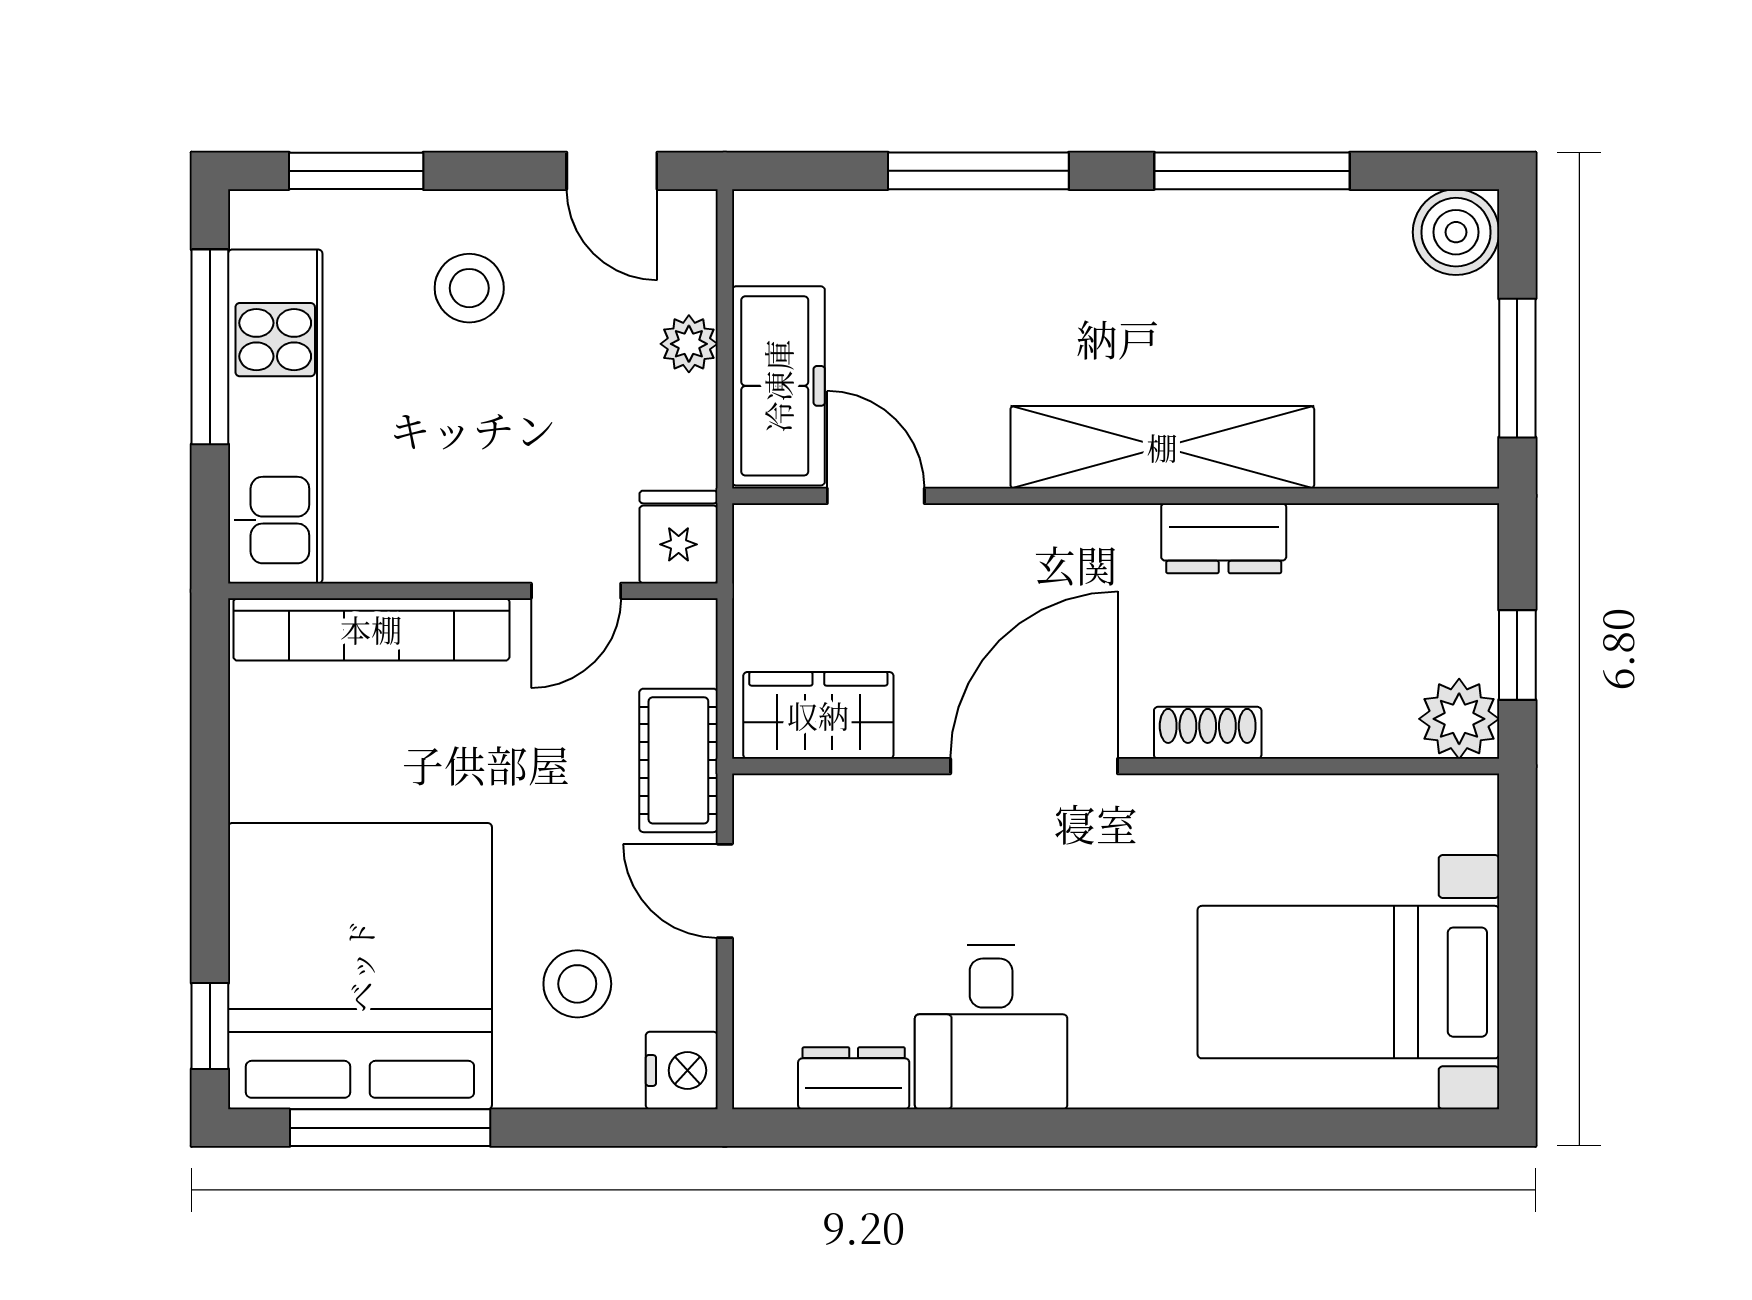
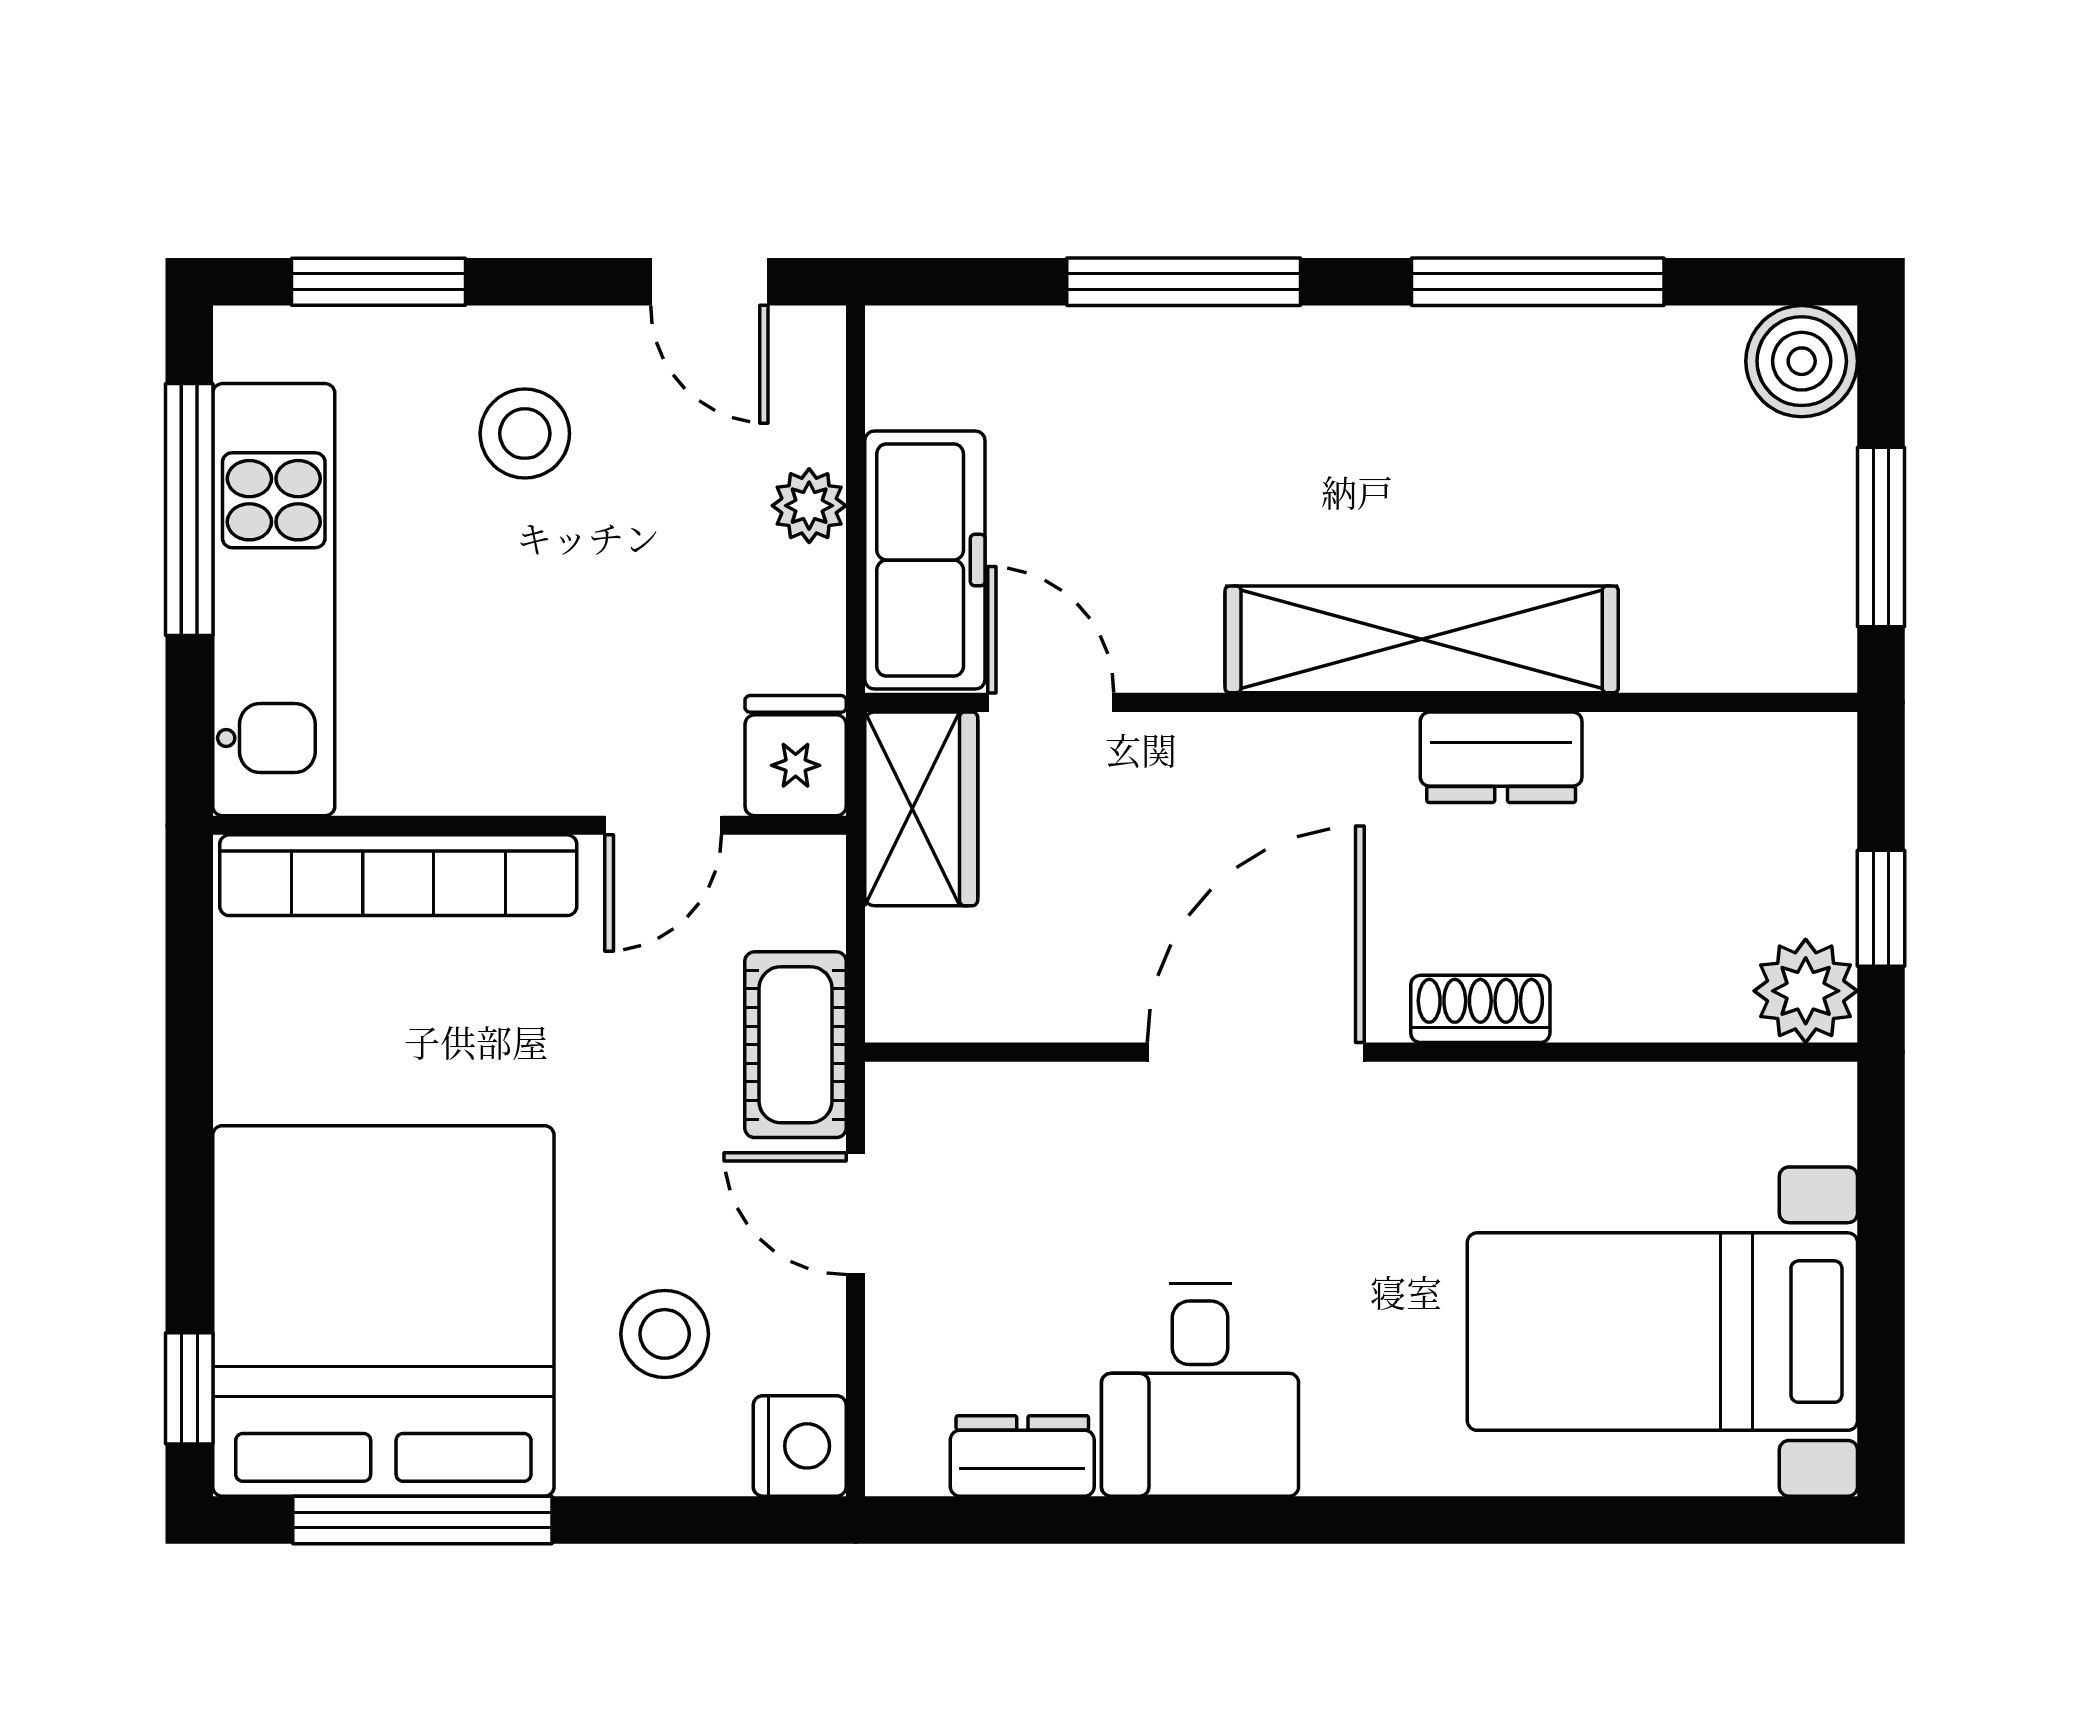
wardrobe: (818, 715) -> (921, 809), moved, turned 90

